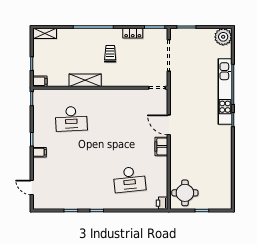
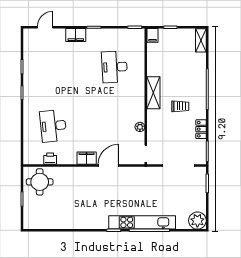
shelving: (85, 80) -> (153, 93), moved
plant: (131, 94) -> (140, 127), added
filing cabinet: (39, 152) -> (76, 35), width x2.00
printer: (162, 203) -> (50, 159), moved

